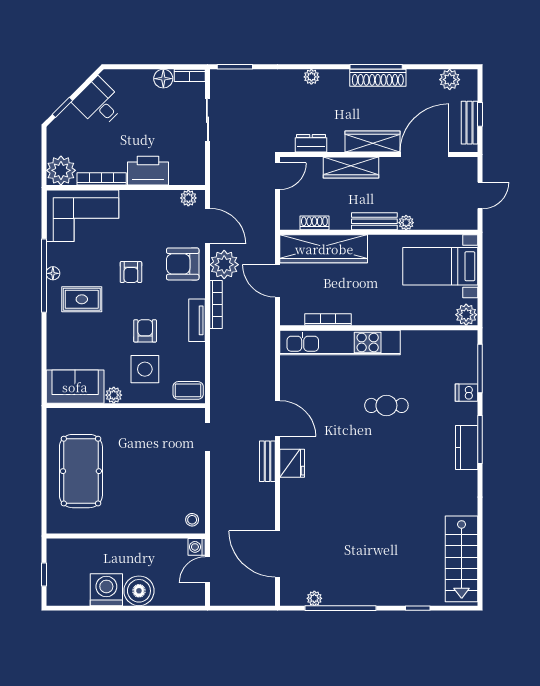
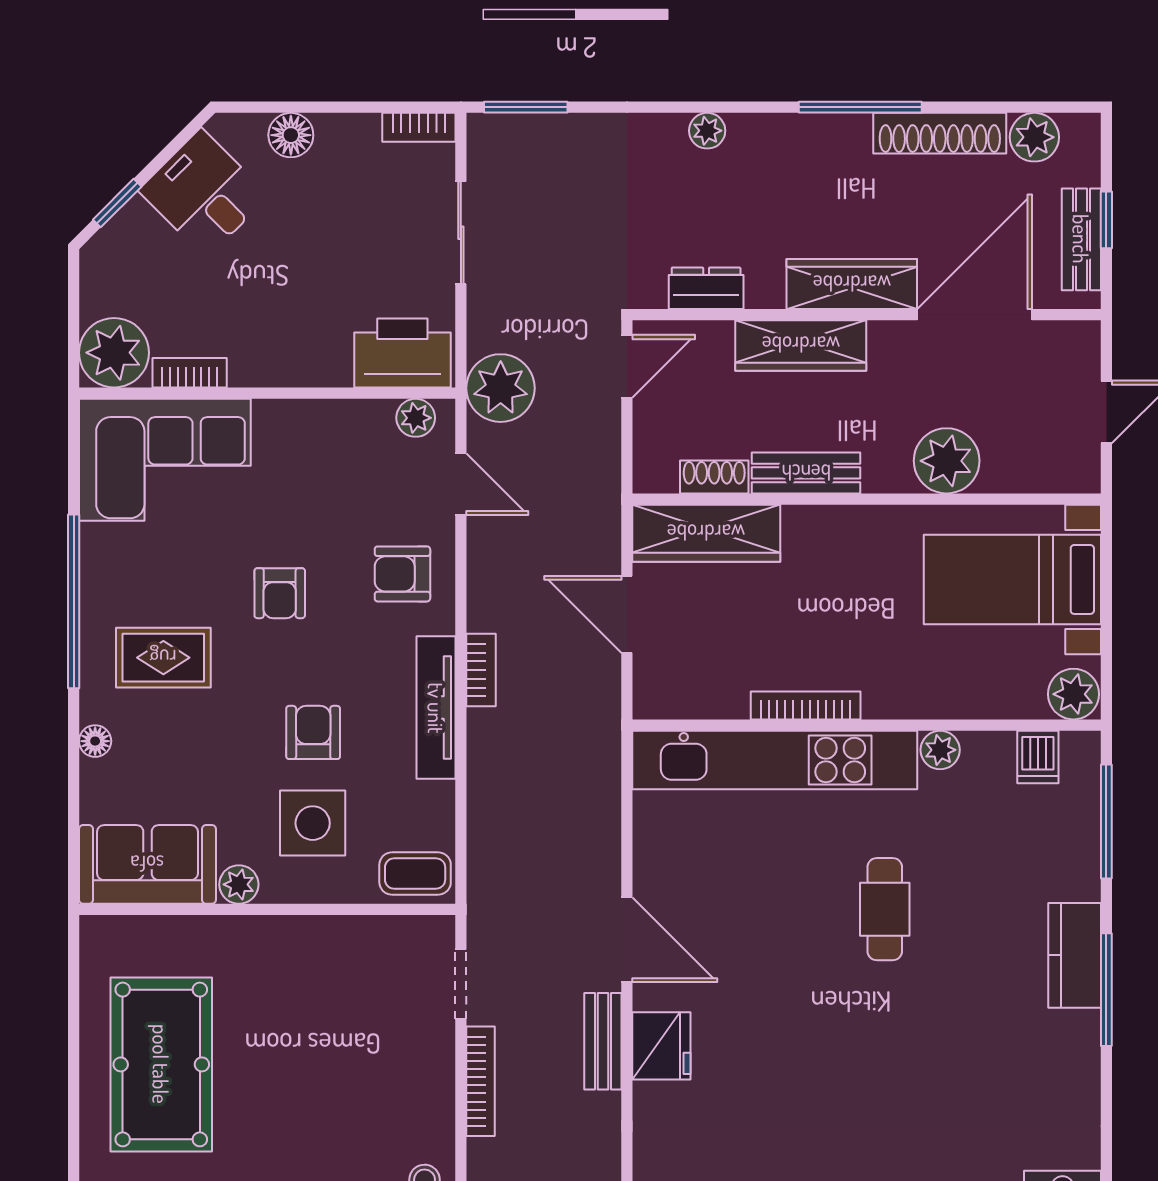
shoe rack: (378, 78) -> (940, 133), moved
floor lamp: (163, 79) -> (291, 135), moved
printer: (148, 171) -> (402, 353), moved
bookcase: (102, 179) -> (190, 373), width x0.64
bench: (374, 221) -> (806, 473), moved
plant: (406, 223) -> (947, 461), width x1.88, depth x1.88
door: (207, 226) -> (461, 484), width x0.73
wardrobe: (324, 249) -> (706, 533), width x0.71, depth x0.85
armchair: (183, 264) -> (402, 574), width x0.72, depth x0.72
plant: (224, 265) -> (501, 388), moved
floor lamp: (53, 273) -> (95, 741), moved
bookcase: (216, 305) -> (481, 670), width x0.64
bookcase: (328, 319) -> (806, 705), moved
tv unit: (197, 320) -> (436, 708), width x1.41
plant: (410, 338) -> (940, 750), added
dishwasher: (467, 393) -> (1038, 757), moved, turned -90
cafe table: (386, 405) -> (885, 909), turned 90
kitchen counter: (467, 448) -> (1075, 955), moved
bookcase: (216, 478) -> (481, 1081), added

